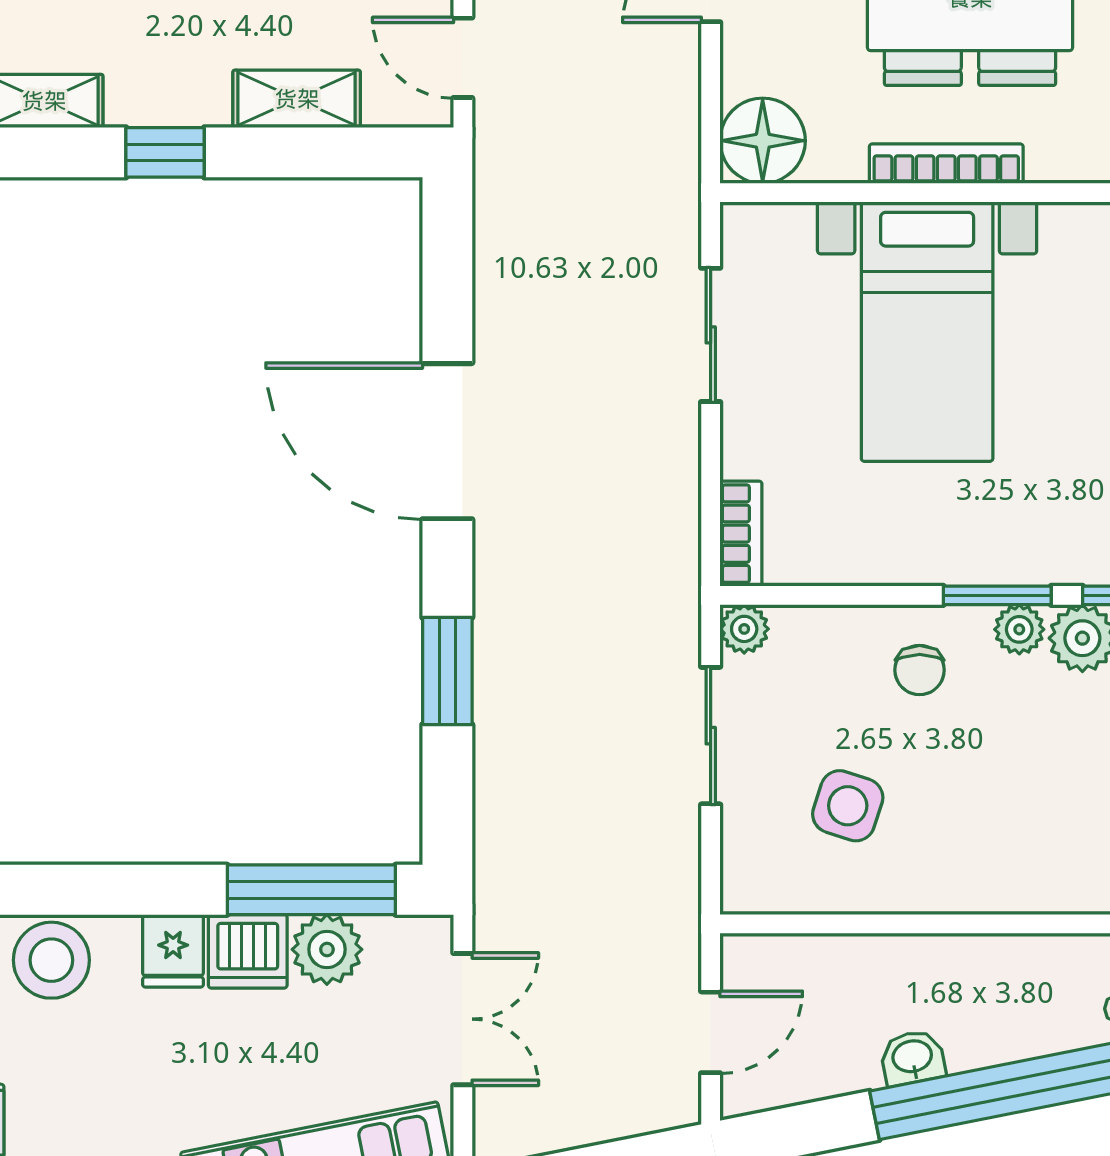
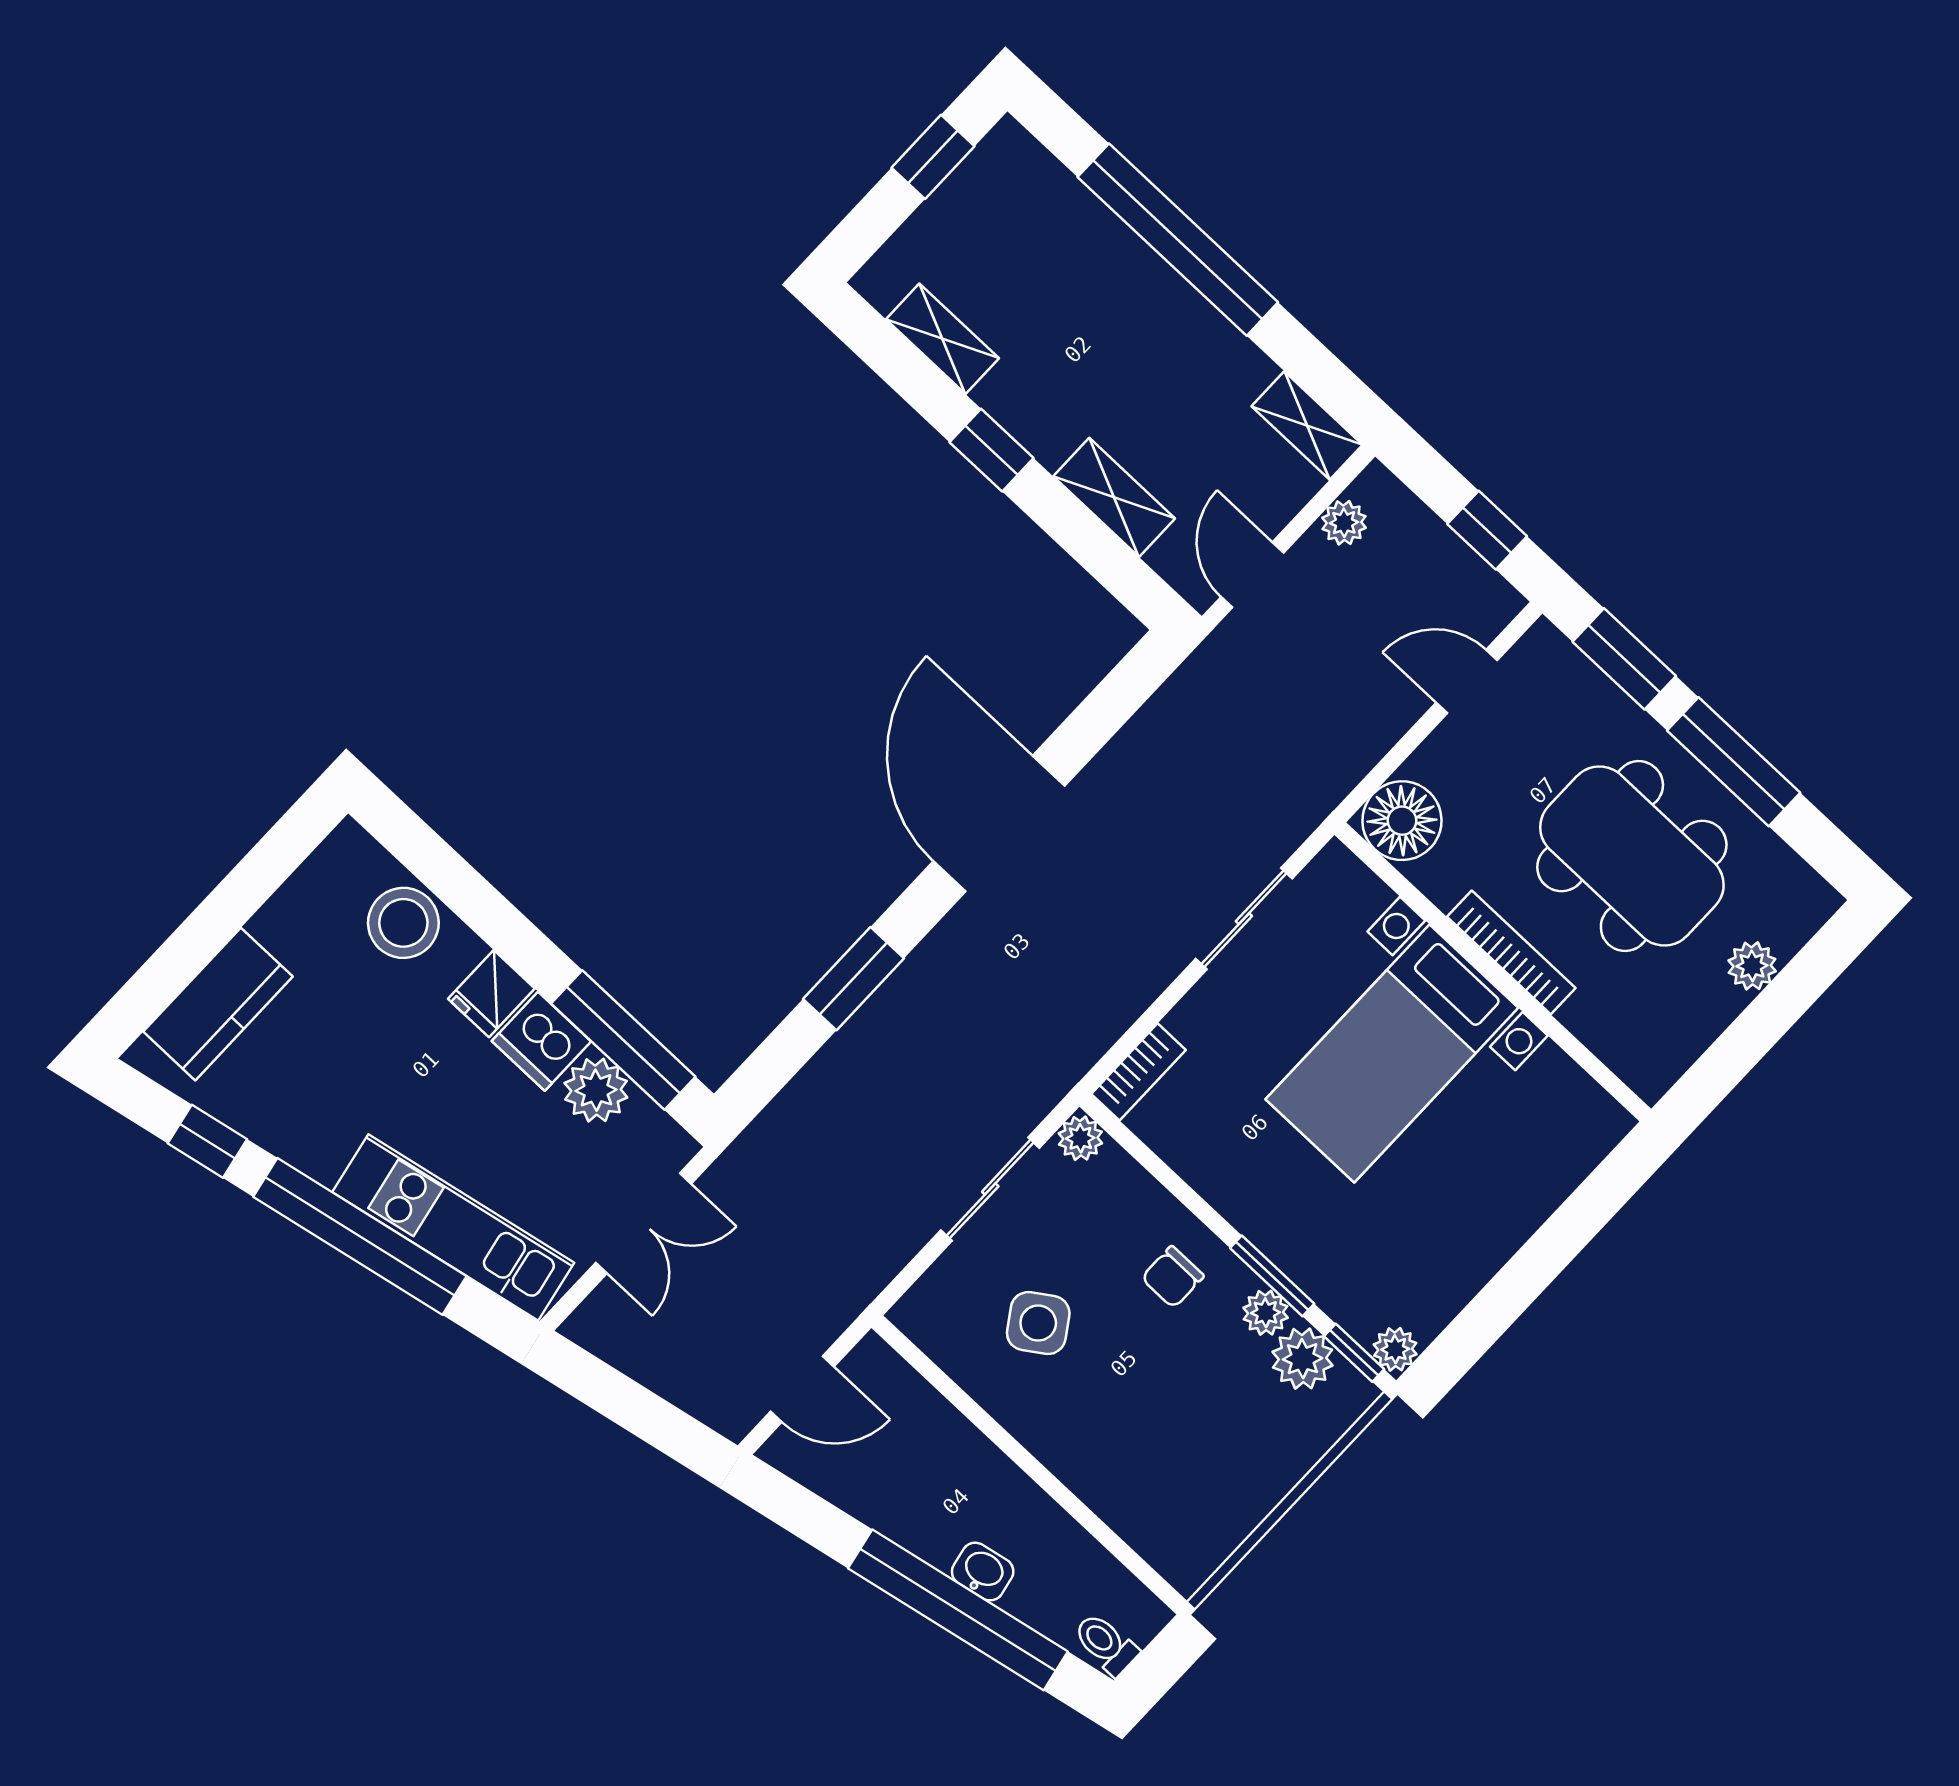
side table: (848, 806) -> (1038, 1323), turned 38
washbasin: (912, 1058) -> (983, 1572), moved

